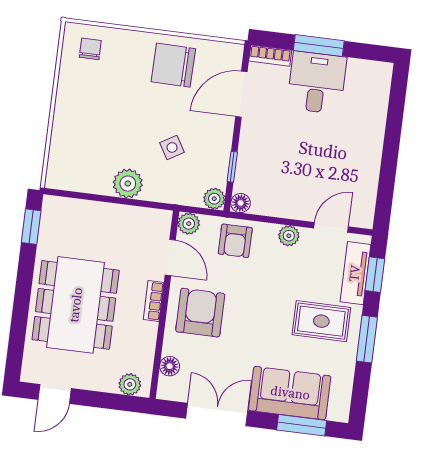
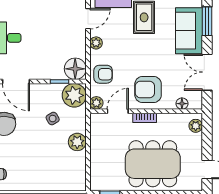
plant: (214, 199) -> (74, 95), width x1.87, depth x1.87
floor lamp: (241, 203) -> (75, 69), width x1.89, depth x1.89
door: (331, 227) -> (88, 19), swing flipped

